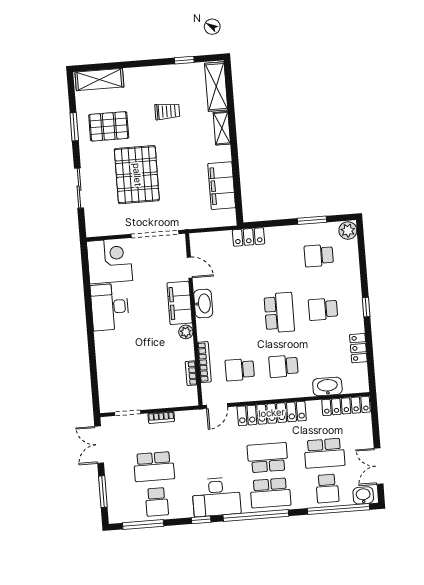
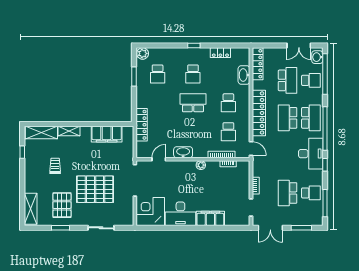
locker: (248, 237) -> (142, 125), width x1.53
filing cabinet: (180, 303) -> (210, 218), moved, turned 180
school desk: (154, 467) -> (288, 193), turned 180

